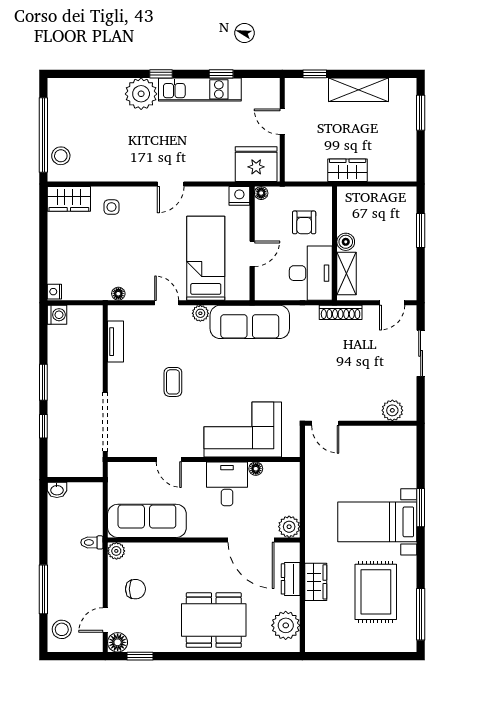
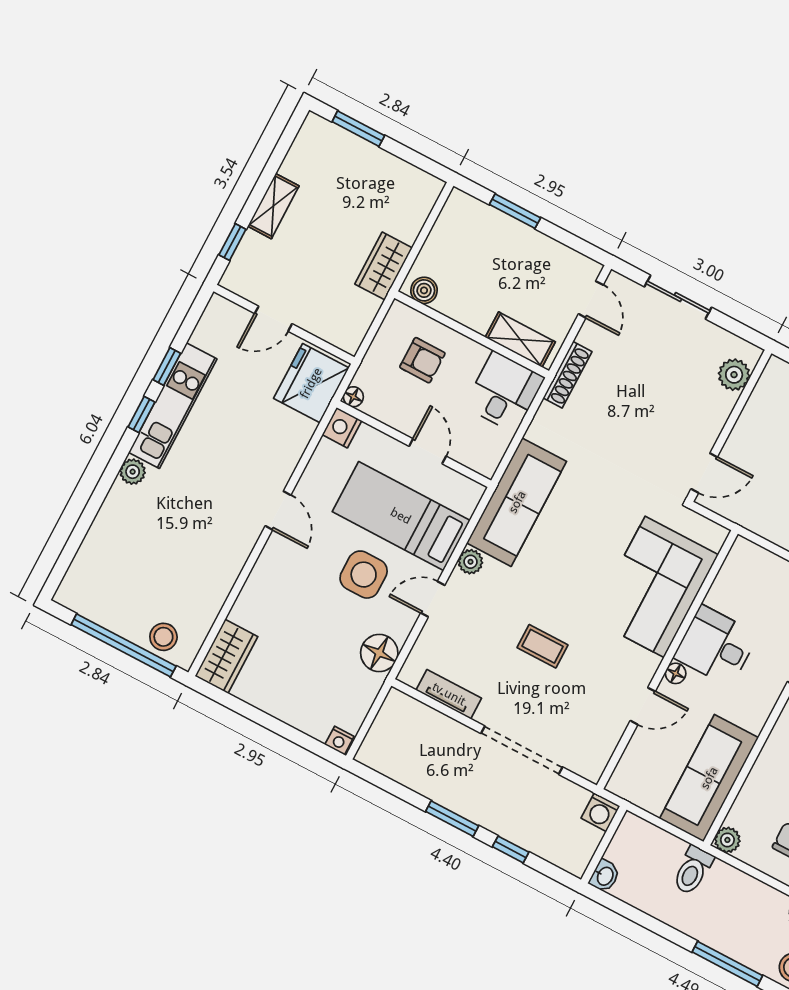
window: (161, 74) -> (141, 415), moved
shelving: (359, 90) -> (273, 206), width x0.67, depth x0.75
plant: (141, 94) -> (133, 472), width x0.53, depth x0.53
side table: (111, 207) -> (364, 575), moved, width x1.87, depth x1.87
boiler: (346, 242) -> (424, 290), moved
desk: (311, 273) -> (504, 392), width x0.73
floor lamp: (118, 294) -> (379, 653), width x1.89, depth x1.89
washing machine: (57, 315) -> (600, 812), moved, turned 180
doorway: (105, 422) -> (522, 750), moved
floor lamp: (256, 469) -> (676, 673), moved
toilet: (92, 542) -> (693, 870), width x1.37, depth x1.39

